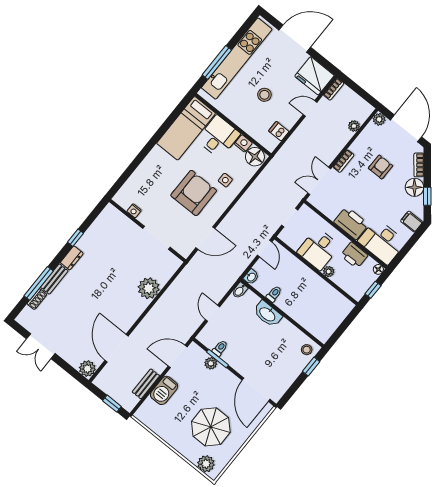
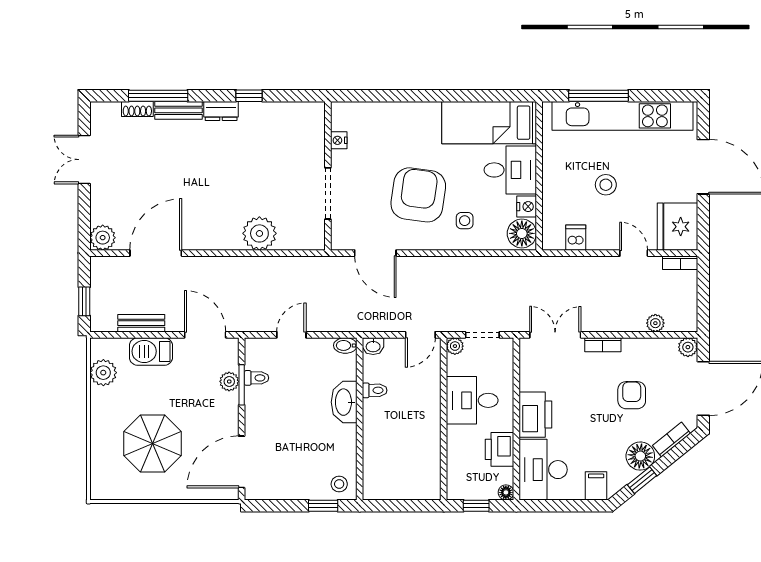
armchair: (380, 167) -> (632, 395), turned -90
armchair: (194, 193) -> (418, 195), turned -82
plant: (329, 272) -> (455, 346), moved
plant: (206, 464) -> (103, 373), moved

